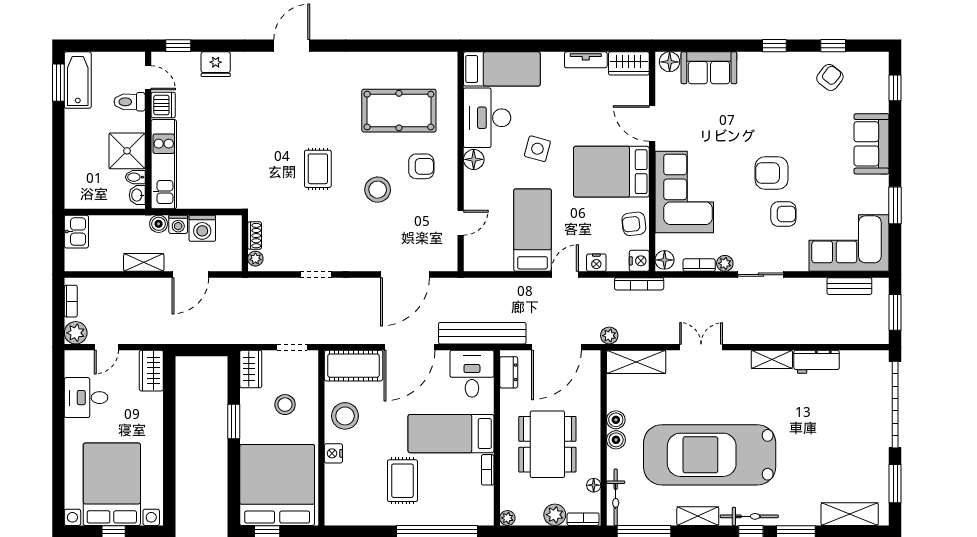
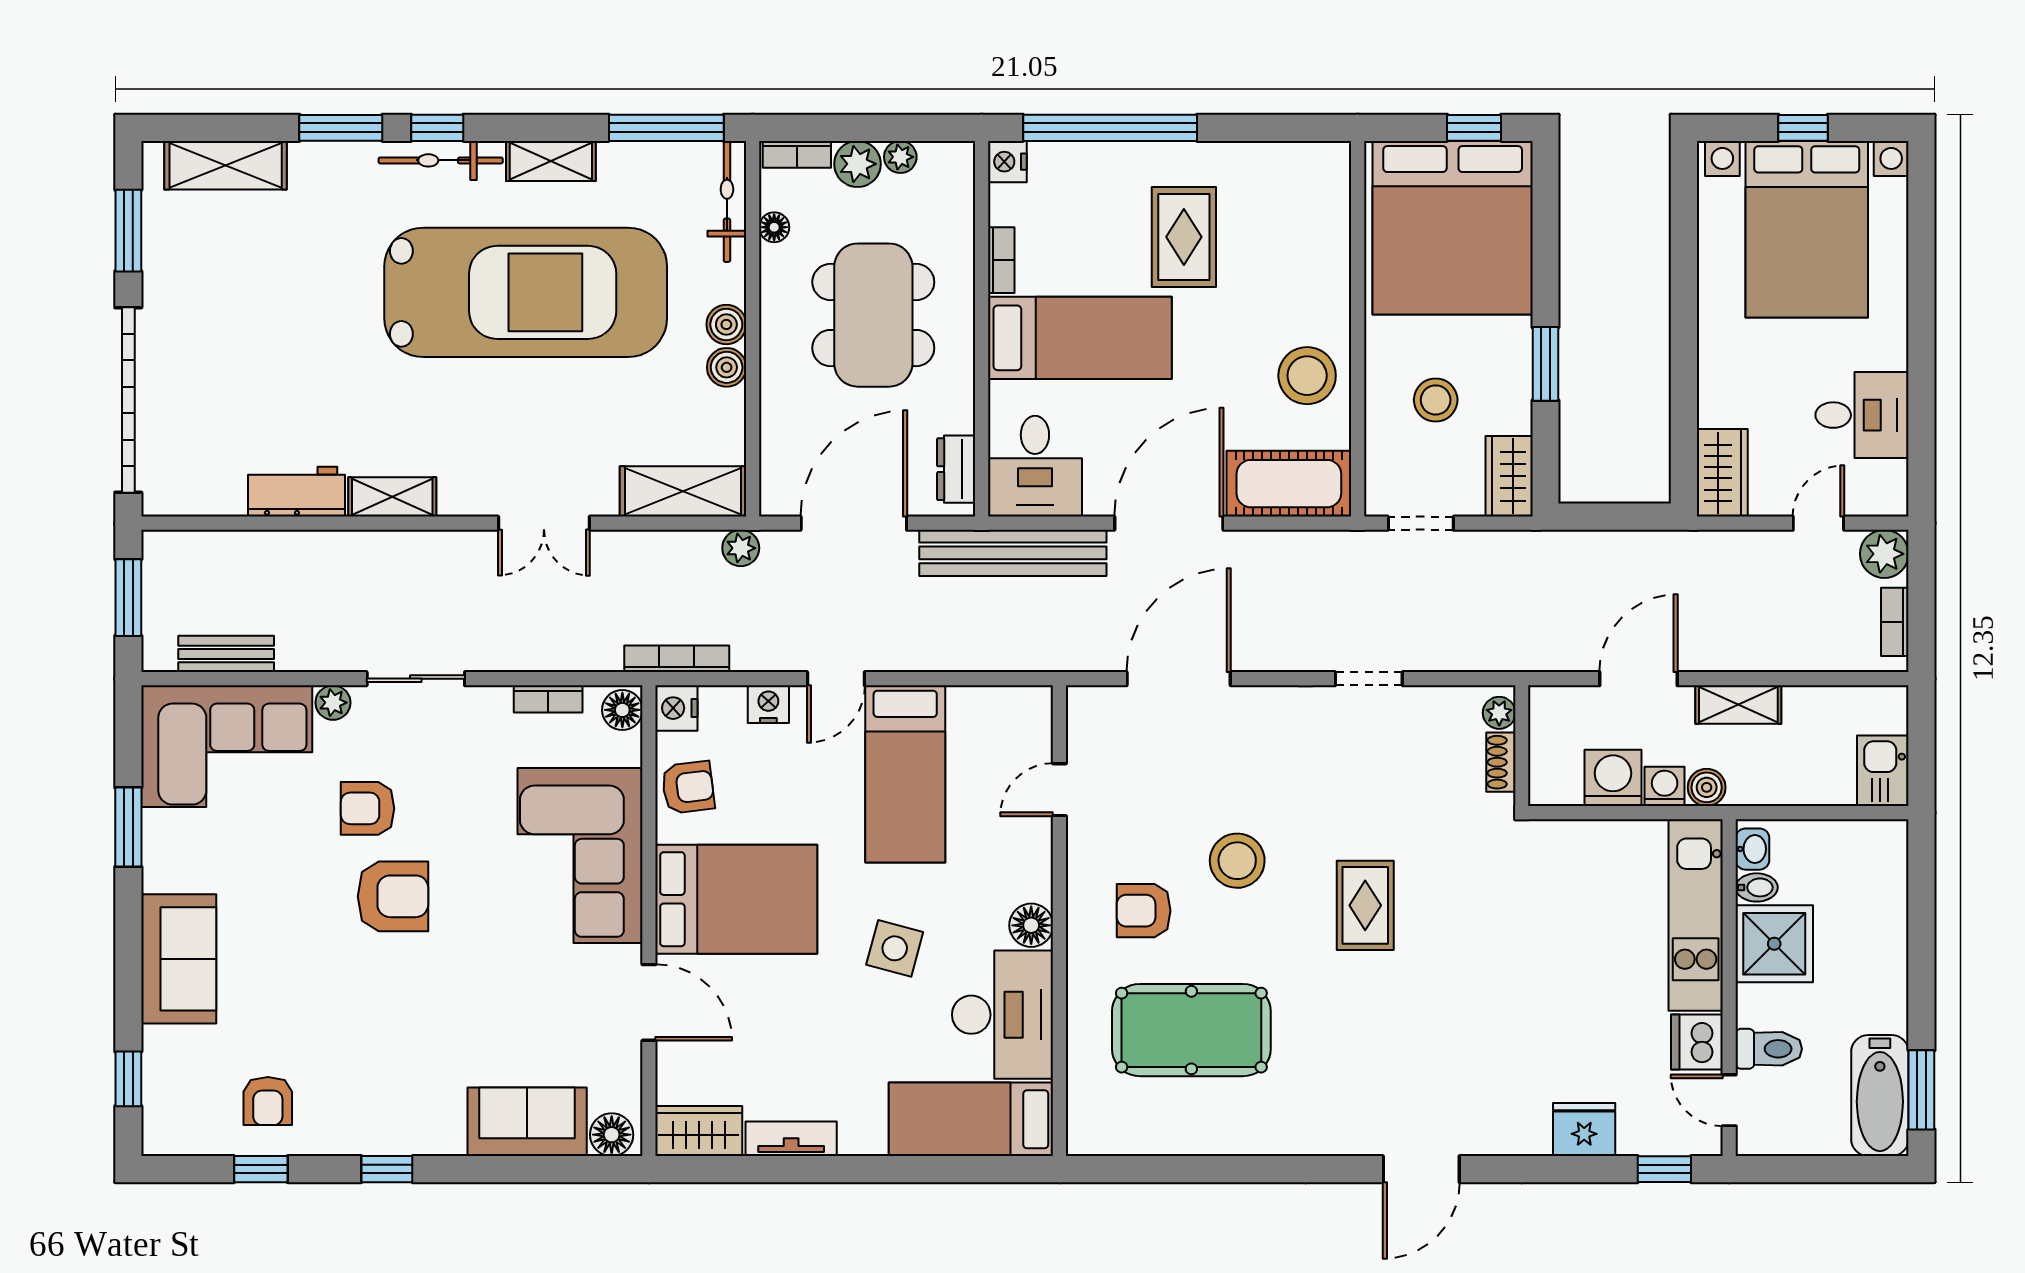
armchair: (830, 77) -> (268, 1101), turned -38
plant: (725, 263) -> (333, 703), moved
nightstand: (333, 453) -> (1007, 162), moved, turned 180
plant: (507, 518) -> (900, 157), moved

